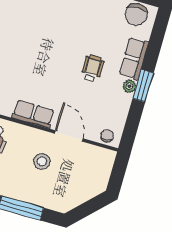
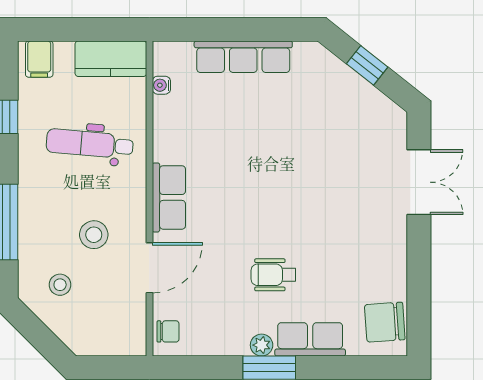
wheelchair: (92, 69) -> (273, 275), turned 180
stool: (64, 188) -> (60, 285), added

